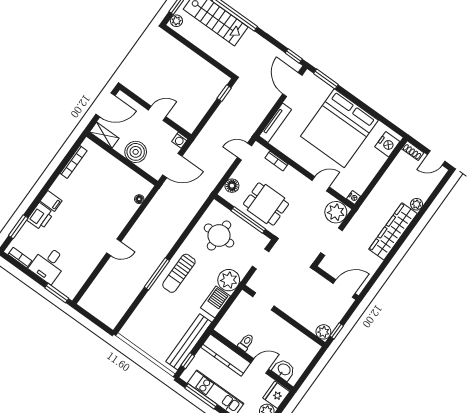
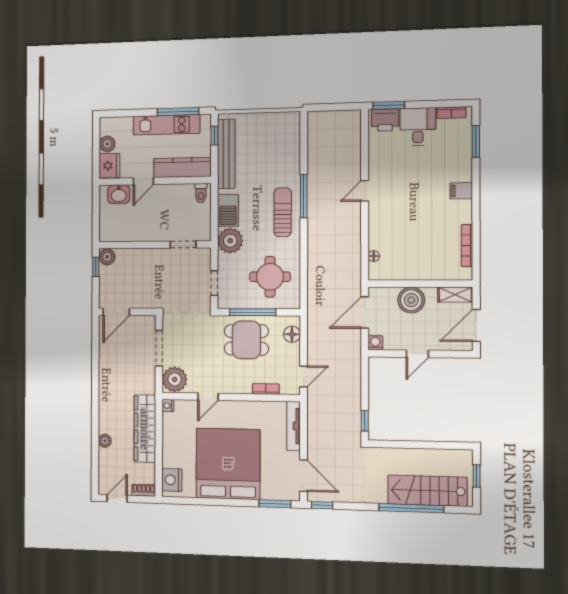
plant: (176, 21) -> (466, 461), removed
printer: (40, 216) -> (385, 120), moved, turned -90
wardrobe: (393, 231) -> (145, 429), moved, turned 180
toilet: (246, 342) -> (201, 193), moved

